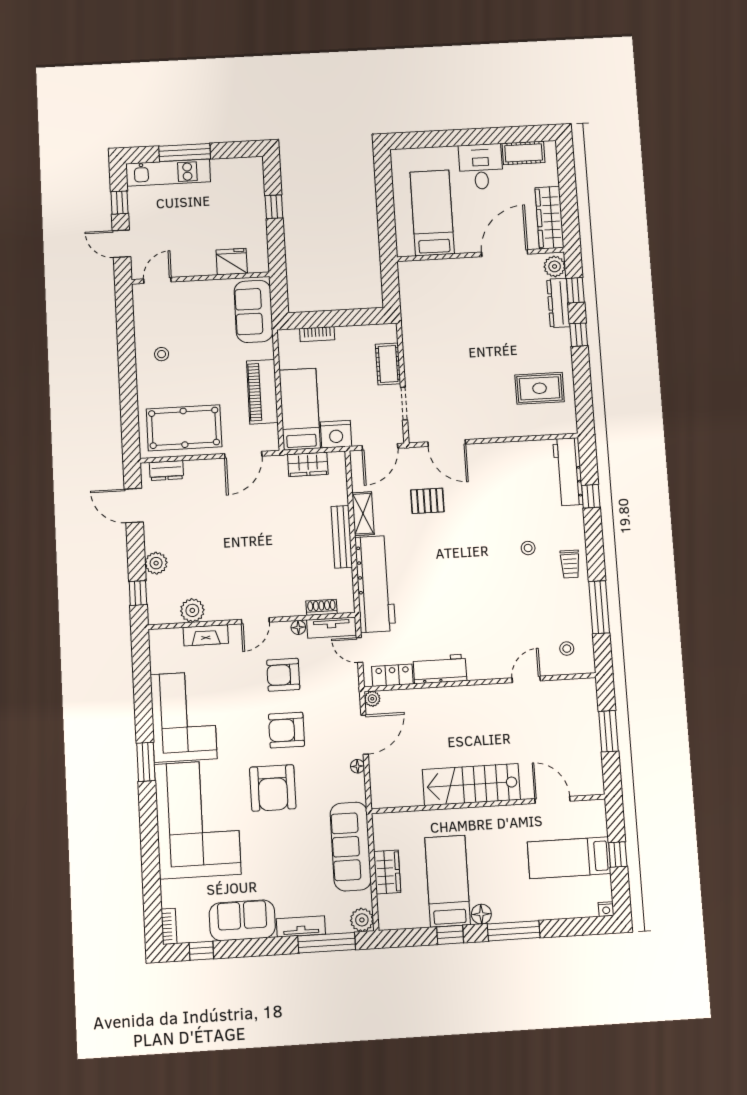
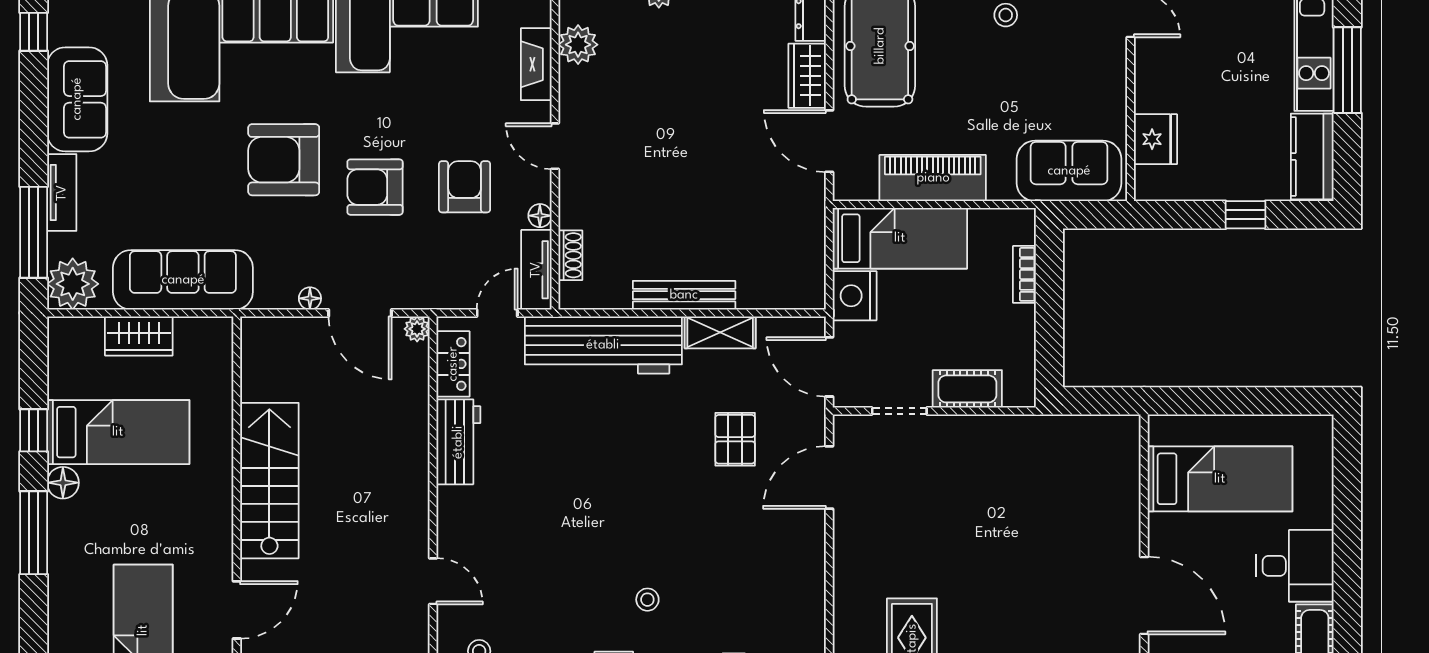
kitchen counter: (237, 170) -> (1312, 157), added
wardrobe: (308, 464) -> (807, 76), moved
armchair: (287, 730) -> (375, 187), turned -90
plant: (362, 920) -> (73, 284), width x1.36, depth x1.36

